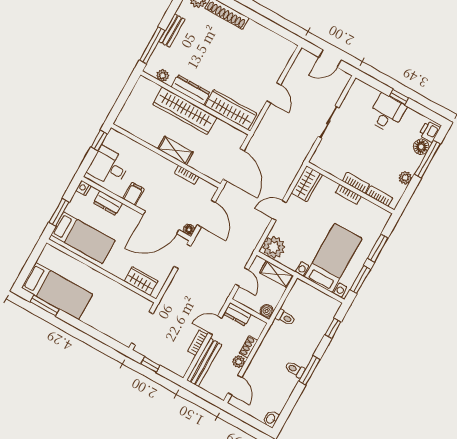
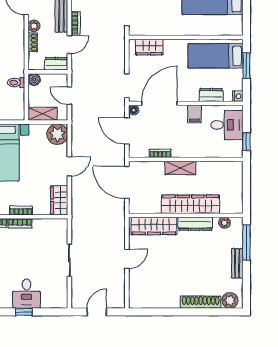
door: (274, 93) -> (127, 259), swing flipped

